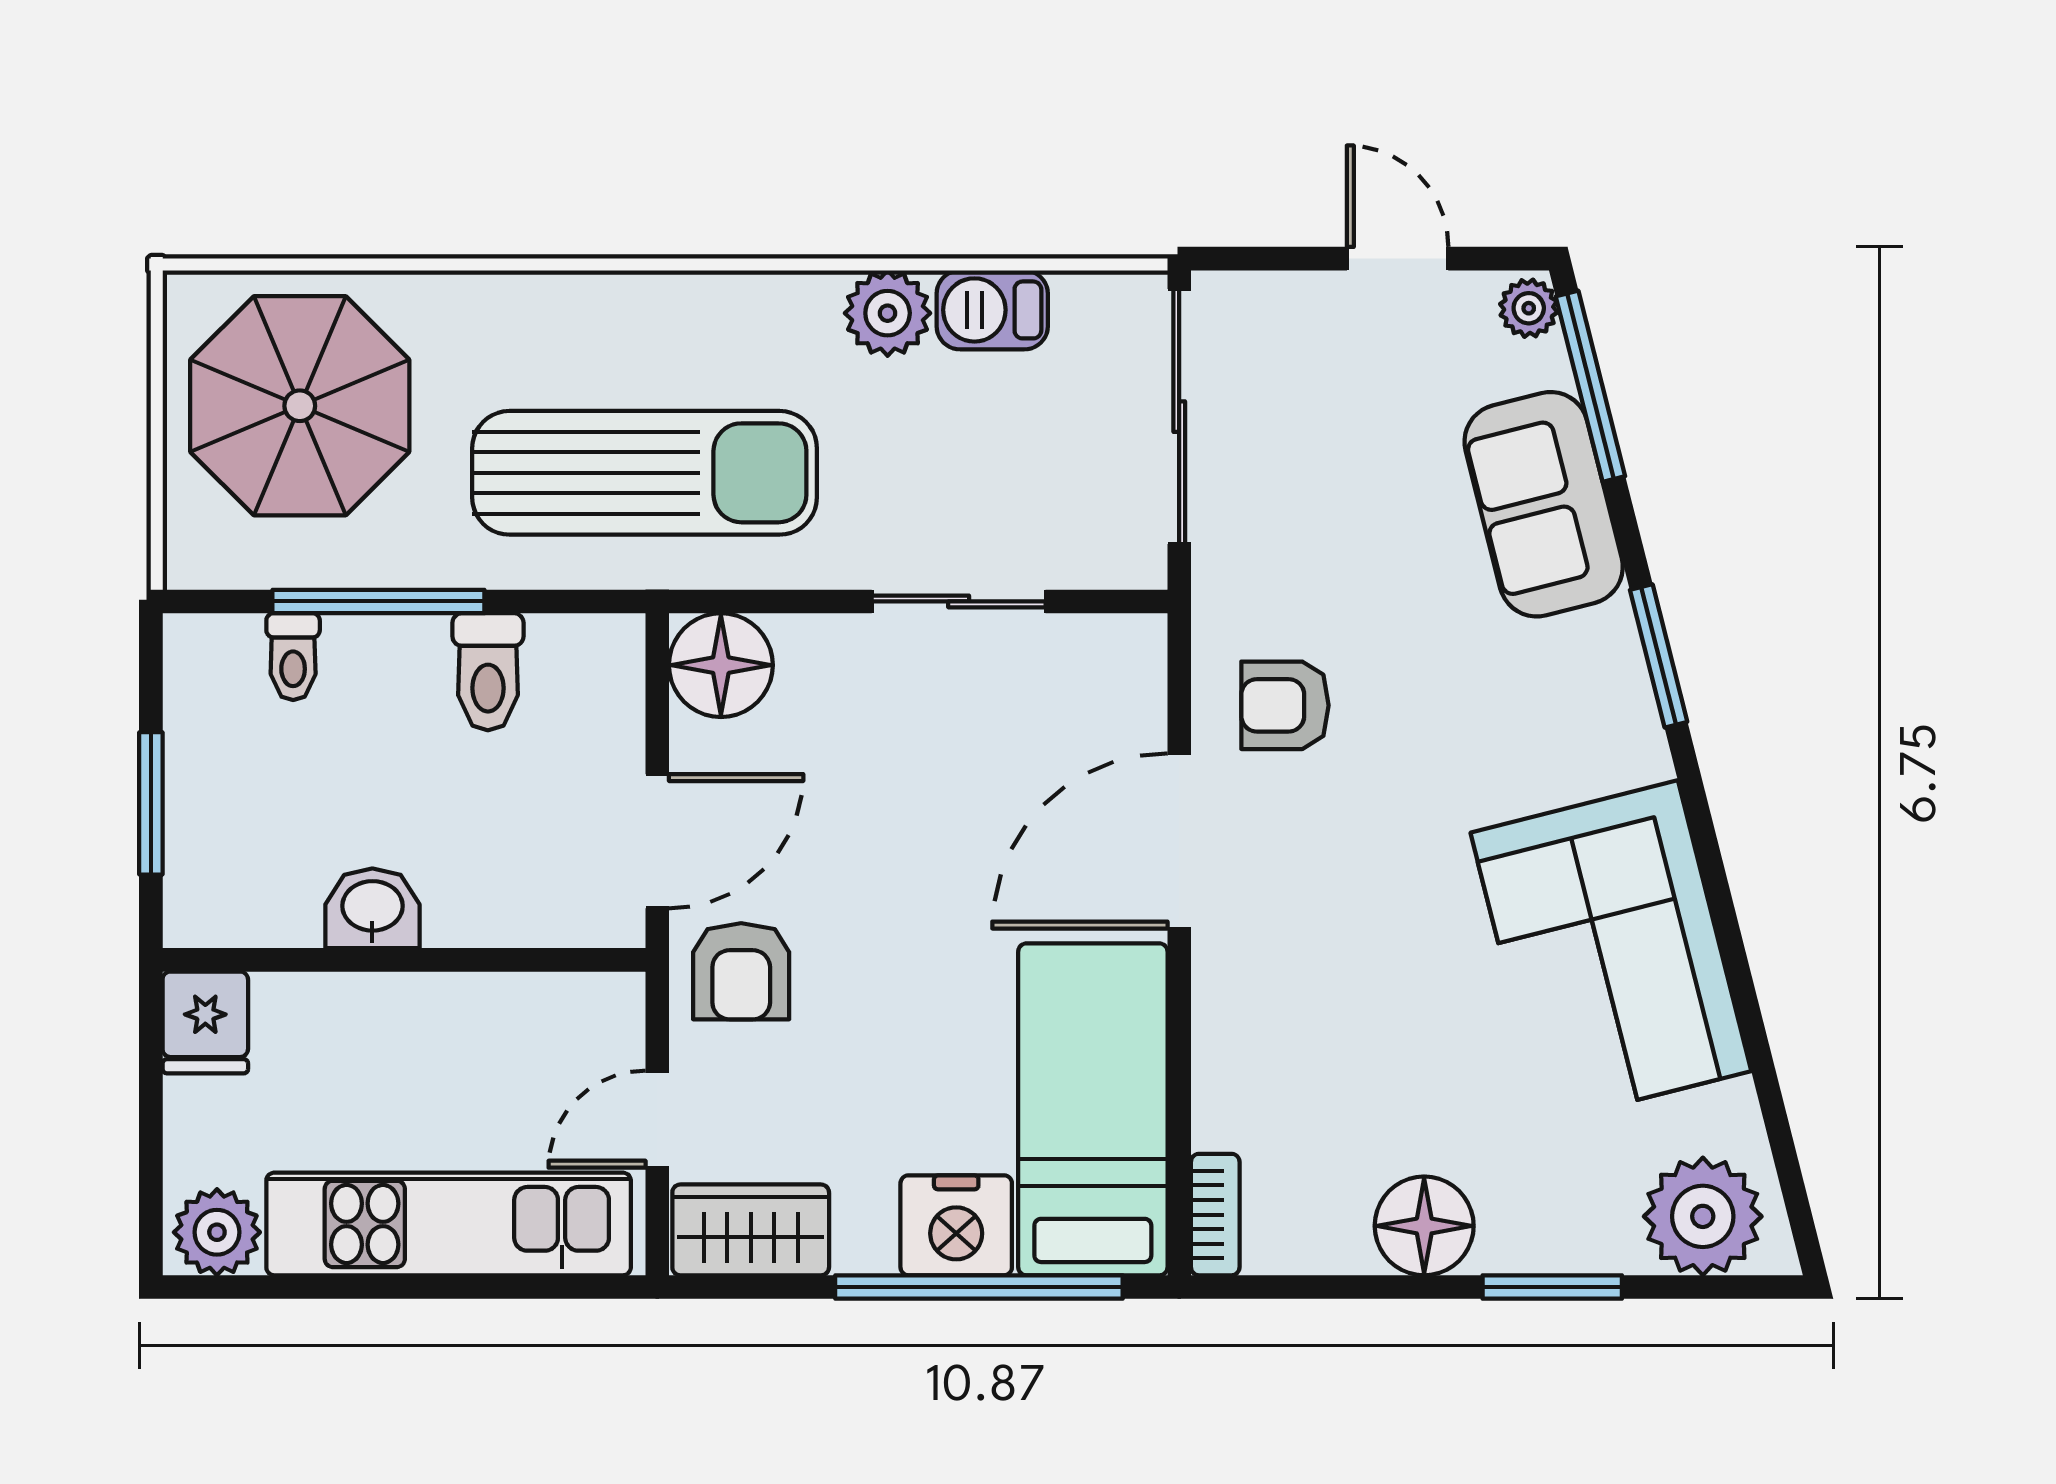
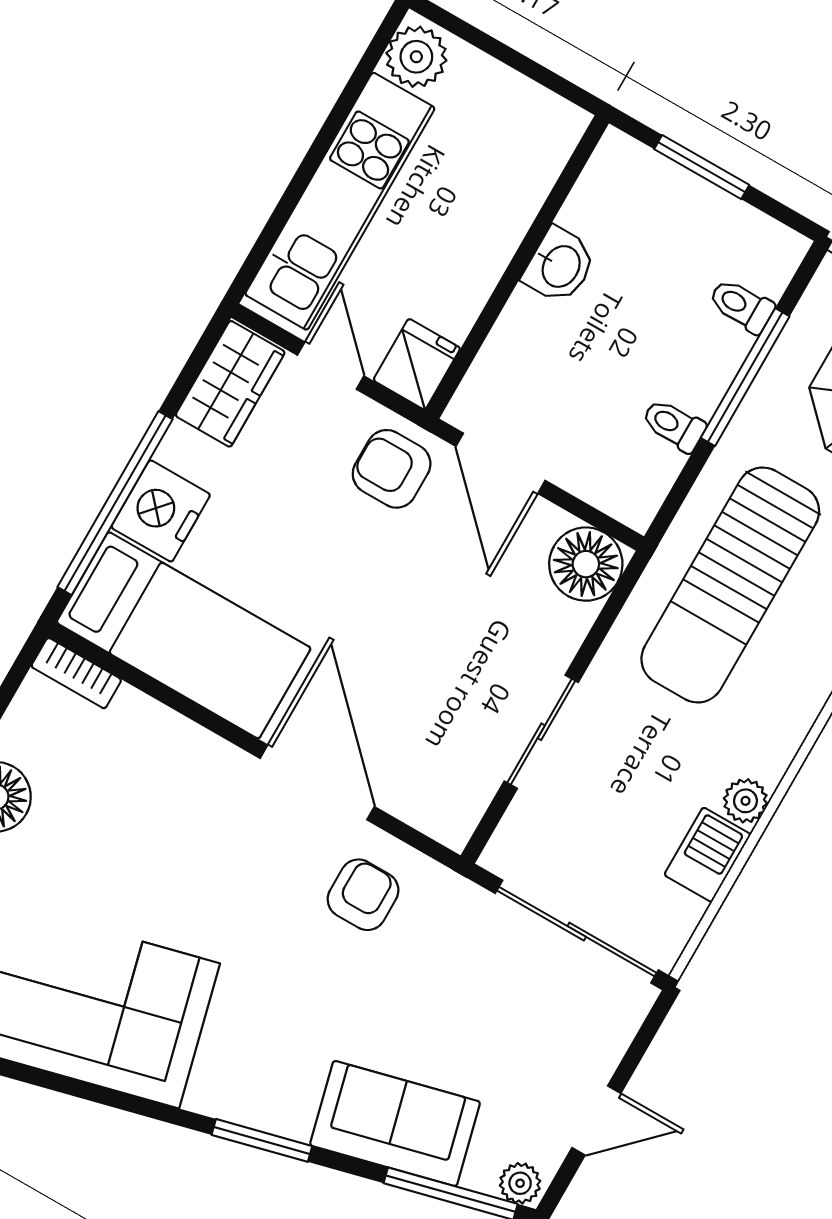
plant: (888, 313) -> (745, 801), width x0.73, depth x0.73
toilet: (488, 672) -> (674, 425), width x0.73, depth x0.72
fridge: (205, 1022) -> (417, 364), moved, turned 90

